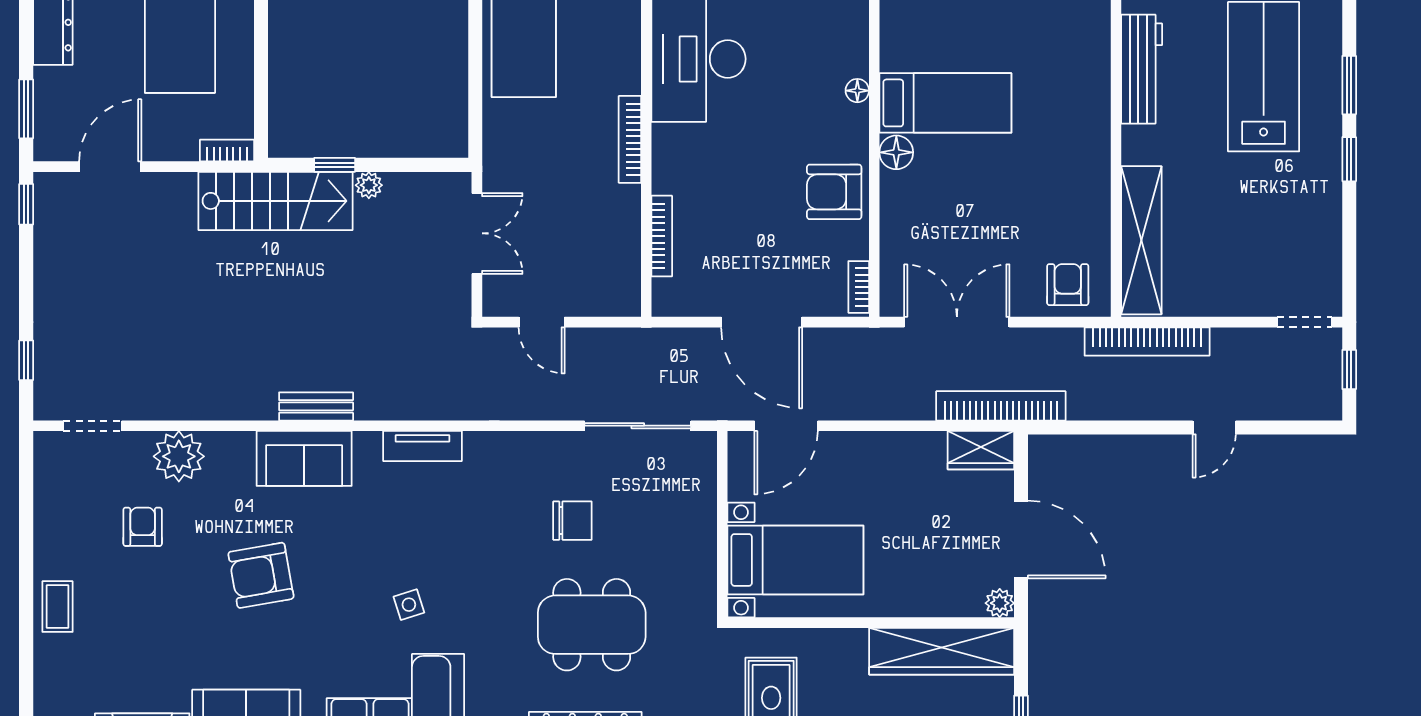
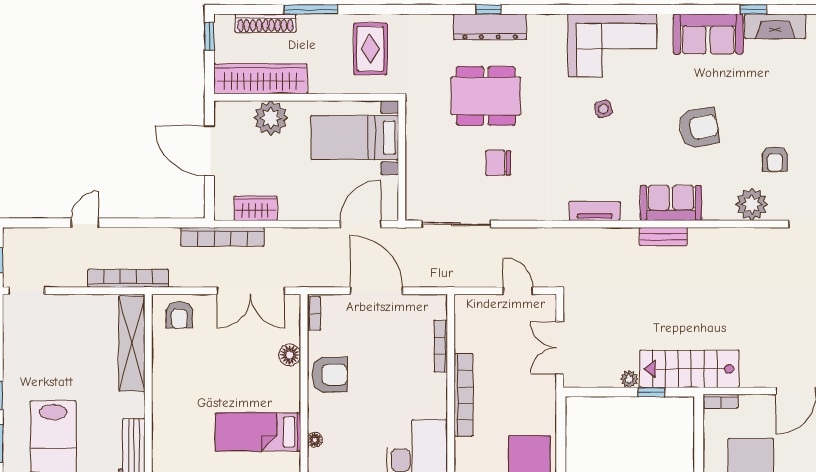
bookcase: (630, 139) -> (463, 395), width x1.48, depth x1.31
floor lamp: (896, 152) -> (290, 355), moved
wardrobe: (981, 450) -> (256, 208), moved
plant: (1000, 603) -> (271, 118), moved, width x1.87, depth x1.87

